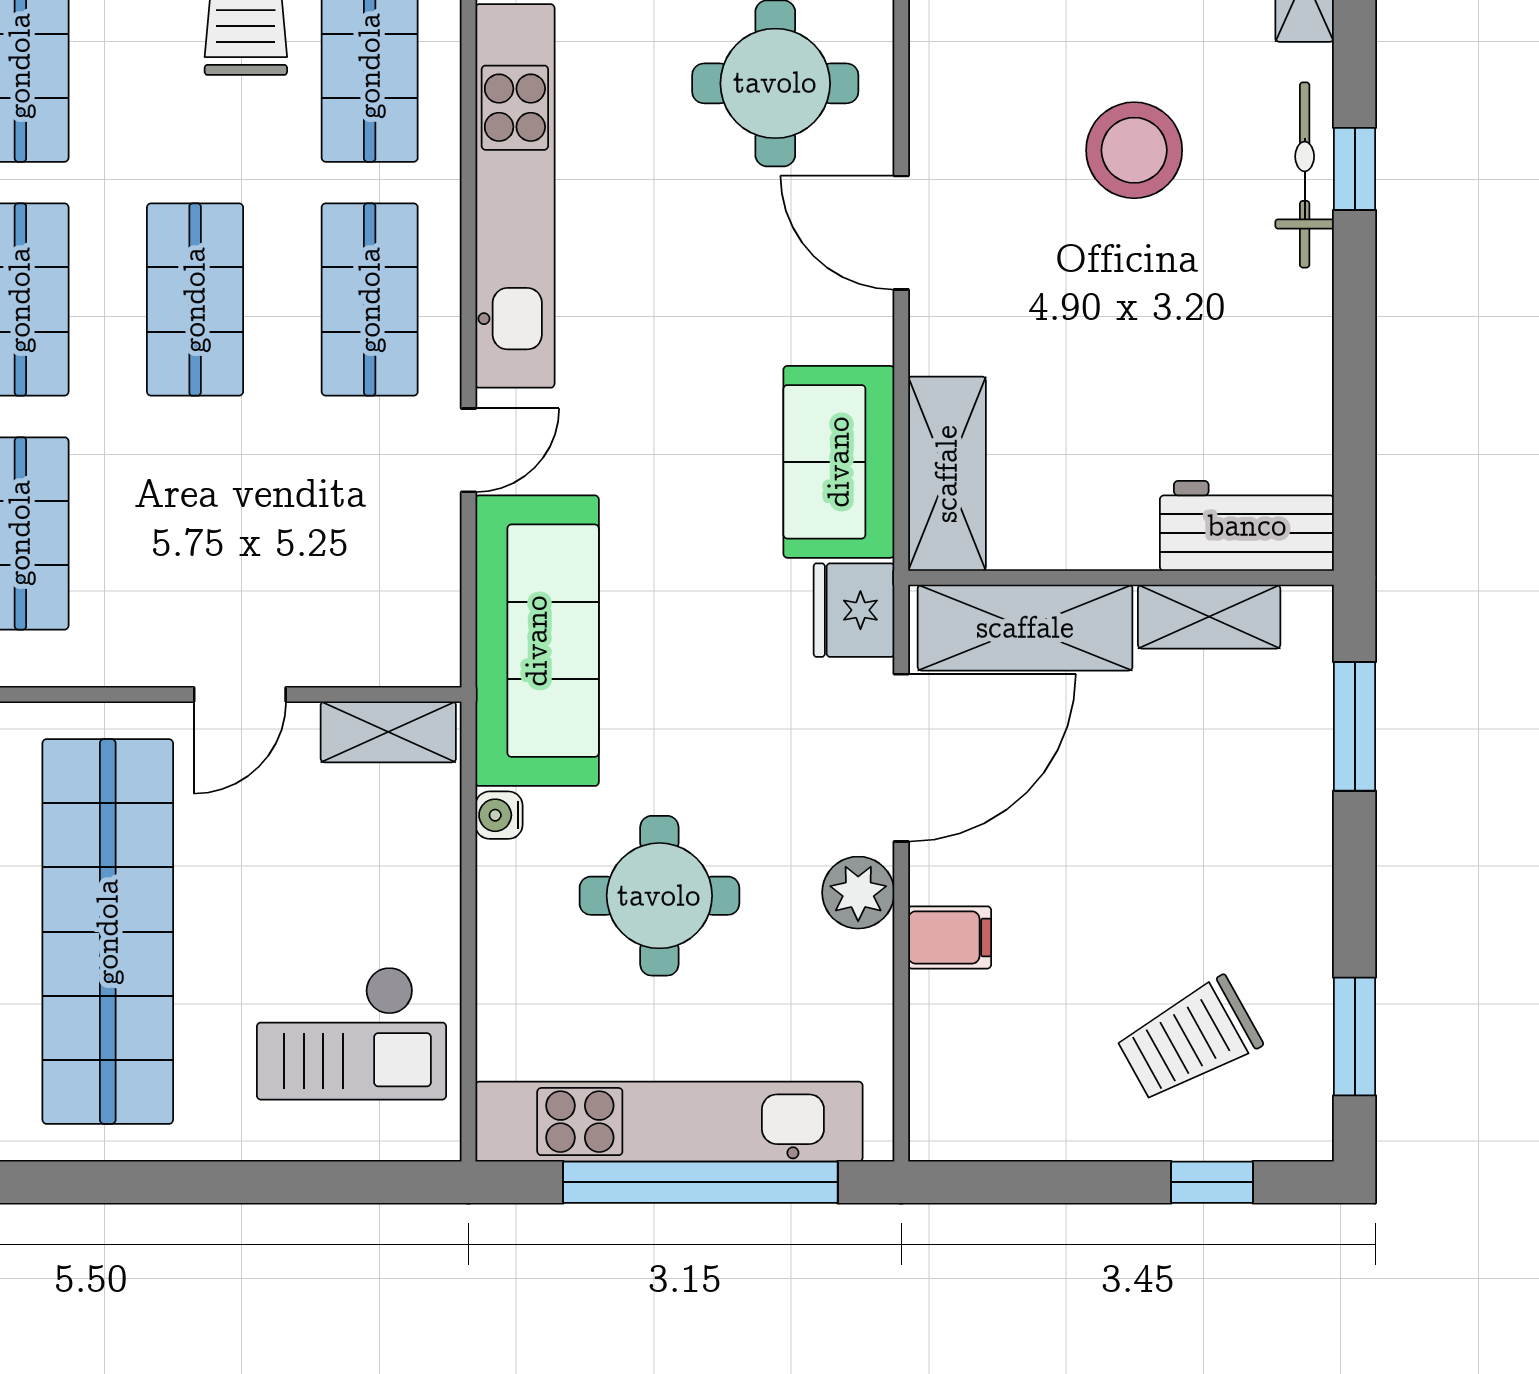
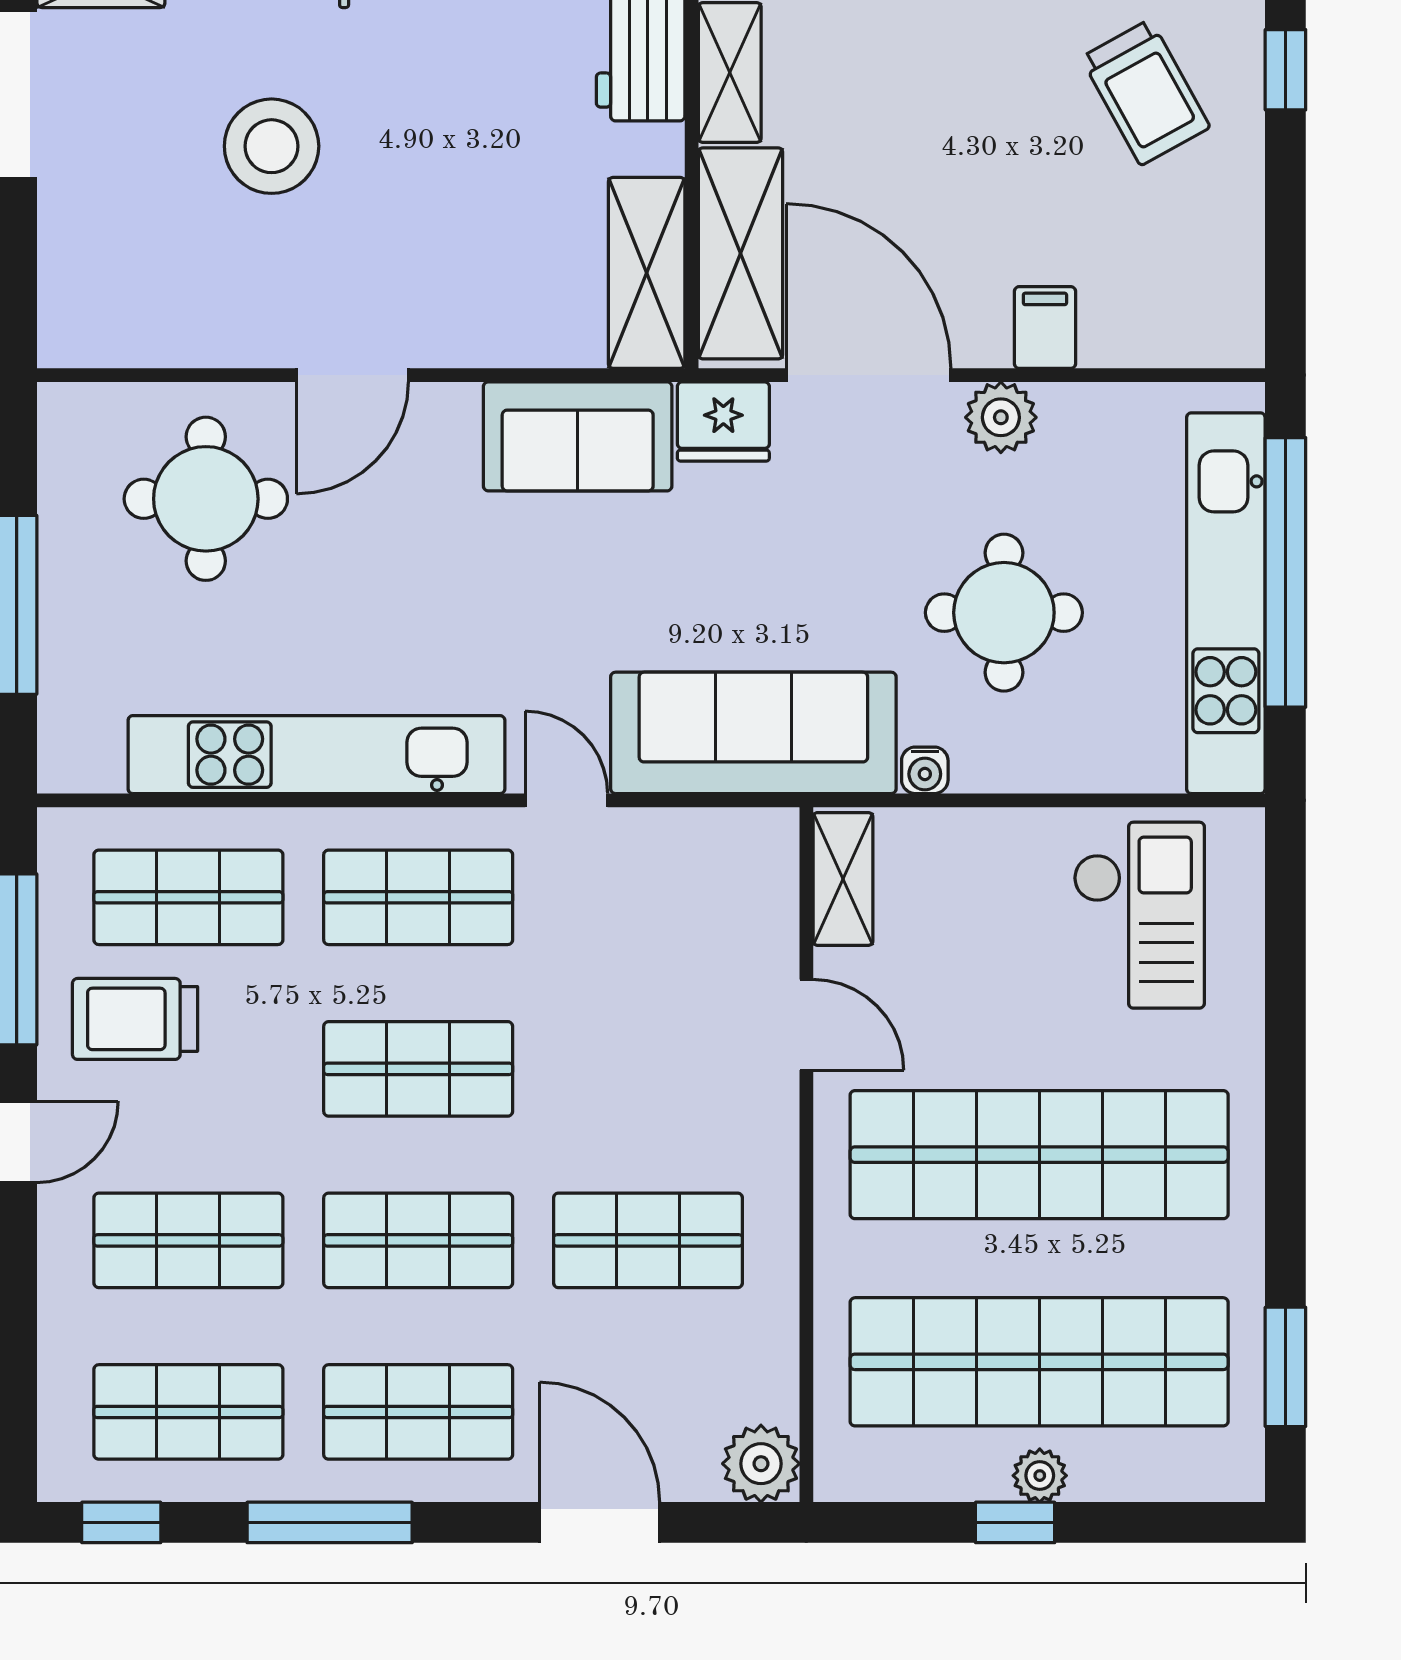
shelving: (947, 474) -> (647, 273), moved, turned 90

